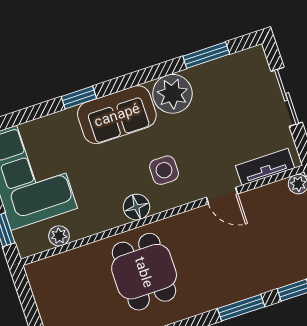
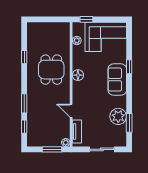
plant: (172, 94) -> (118, 116), moved
side table: (164, 170) -> (89, 91), removed
door: (222, 196) -> (71, 111), hinge flipped
dining table: (144, 272) -> (51, 70), turned 90

